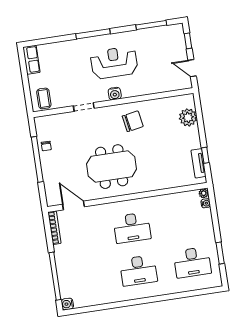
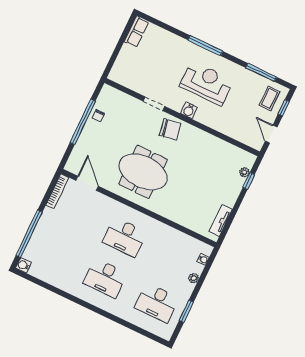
coffee table: (44, 98) -> (270, 98), moved
plant: (188, 117) -> (244, 172), width x0.53, depth x0.53
chair: (133, 121) -> (170, 129), moved
window: (205, 155) -> (249, 181), moved
plant: (204, 193) -> (194, 278), moved

